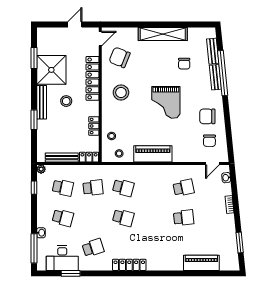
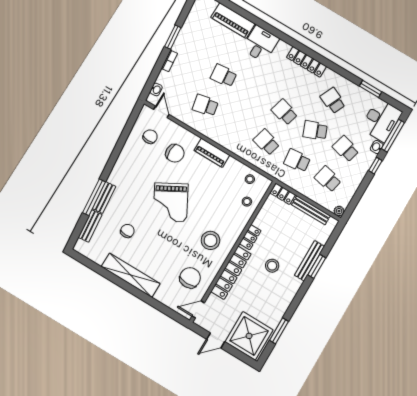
chair: (120, 57) -> (190, 278), turned -112
shower: (51, 70) -> (249, 336), moved
window: (223, 73) -> (94, 197), width x0.68
bench: (42, 102) -> (309, 261), moved
grand piano: (166, 102) -> (171, 202), turned 151
chair: (207, 116) -> (175, 153), moved
locker: (94, 126) -> (250, 237), moved
piano: (153, 154) -> (212, 153), width x0.73, depth x0.75
door: (212, 163) -> (161, 112), hinge flipped
window: (34, 188) -> (375, 166), moved
school desk: (93, 218) -> (315, 130), added
window: (240, 243) -> (173, 37), moved
school desk: (93, 248) -> (333, 101), turned 42
desk: (62, 258) -> (381, 120), moved, turned 90
desk: (171, 258) -> (260, 44), added

